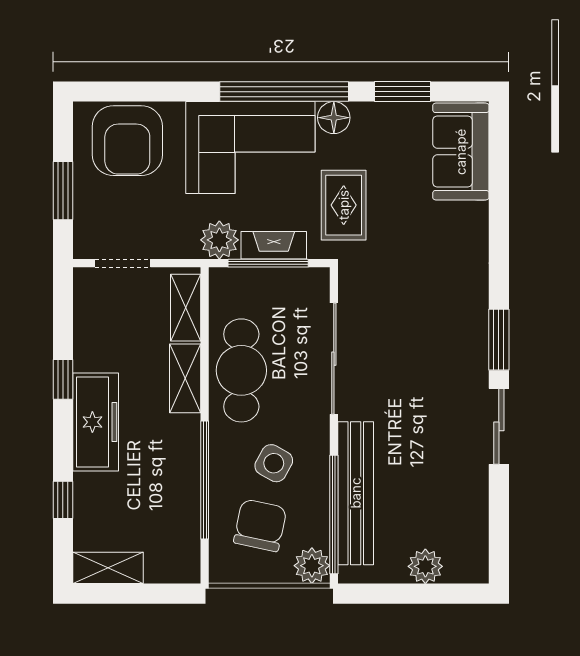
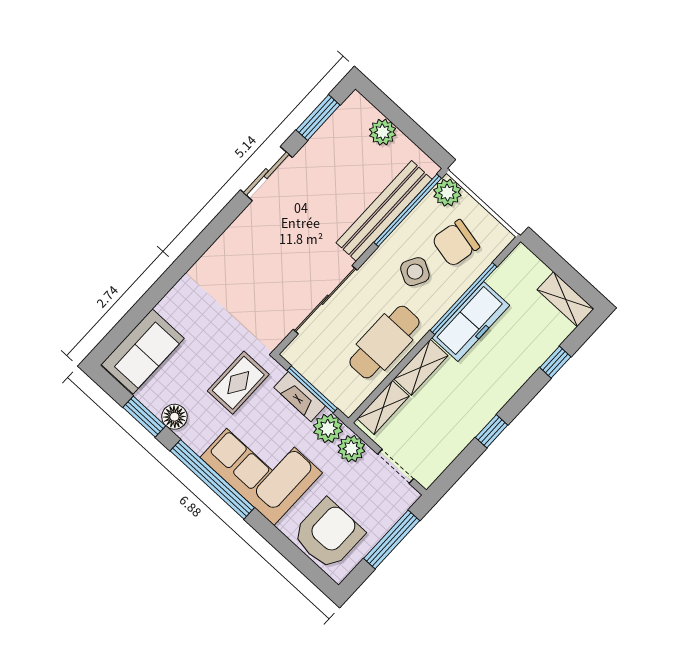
floor lamp: (334, 118) -> (174, 417), moved
window: (63, 191) -> (392, 540), width x1.44
plant: (180, 241) -> (351, 449), added
window: (499, 340) -> (318, 118), moved
freezer: (96, 422) -> (471, 321), moved, turned 180

